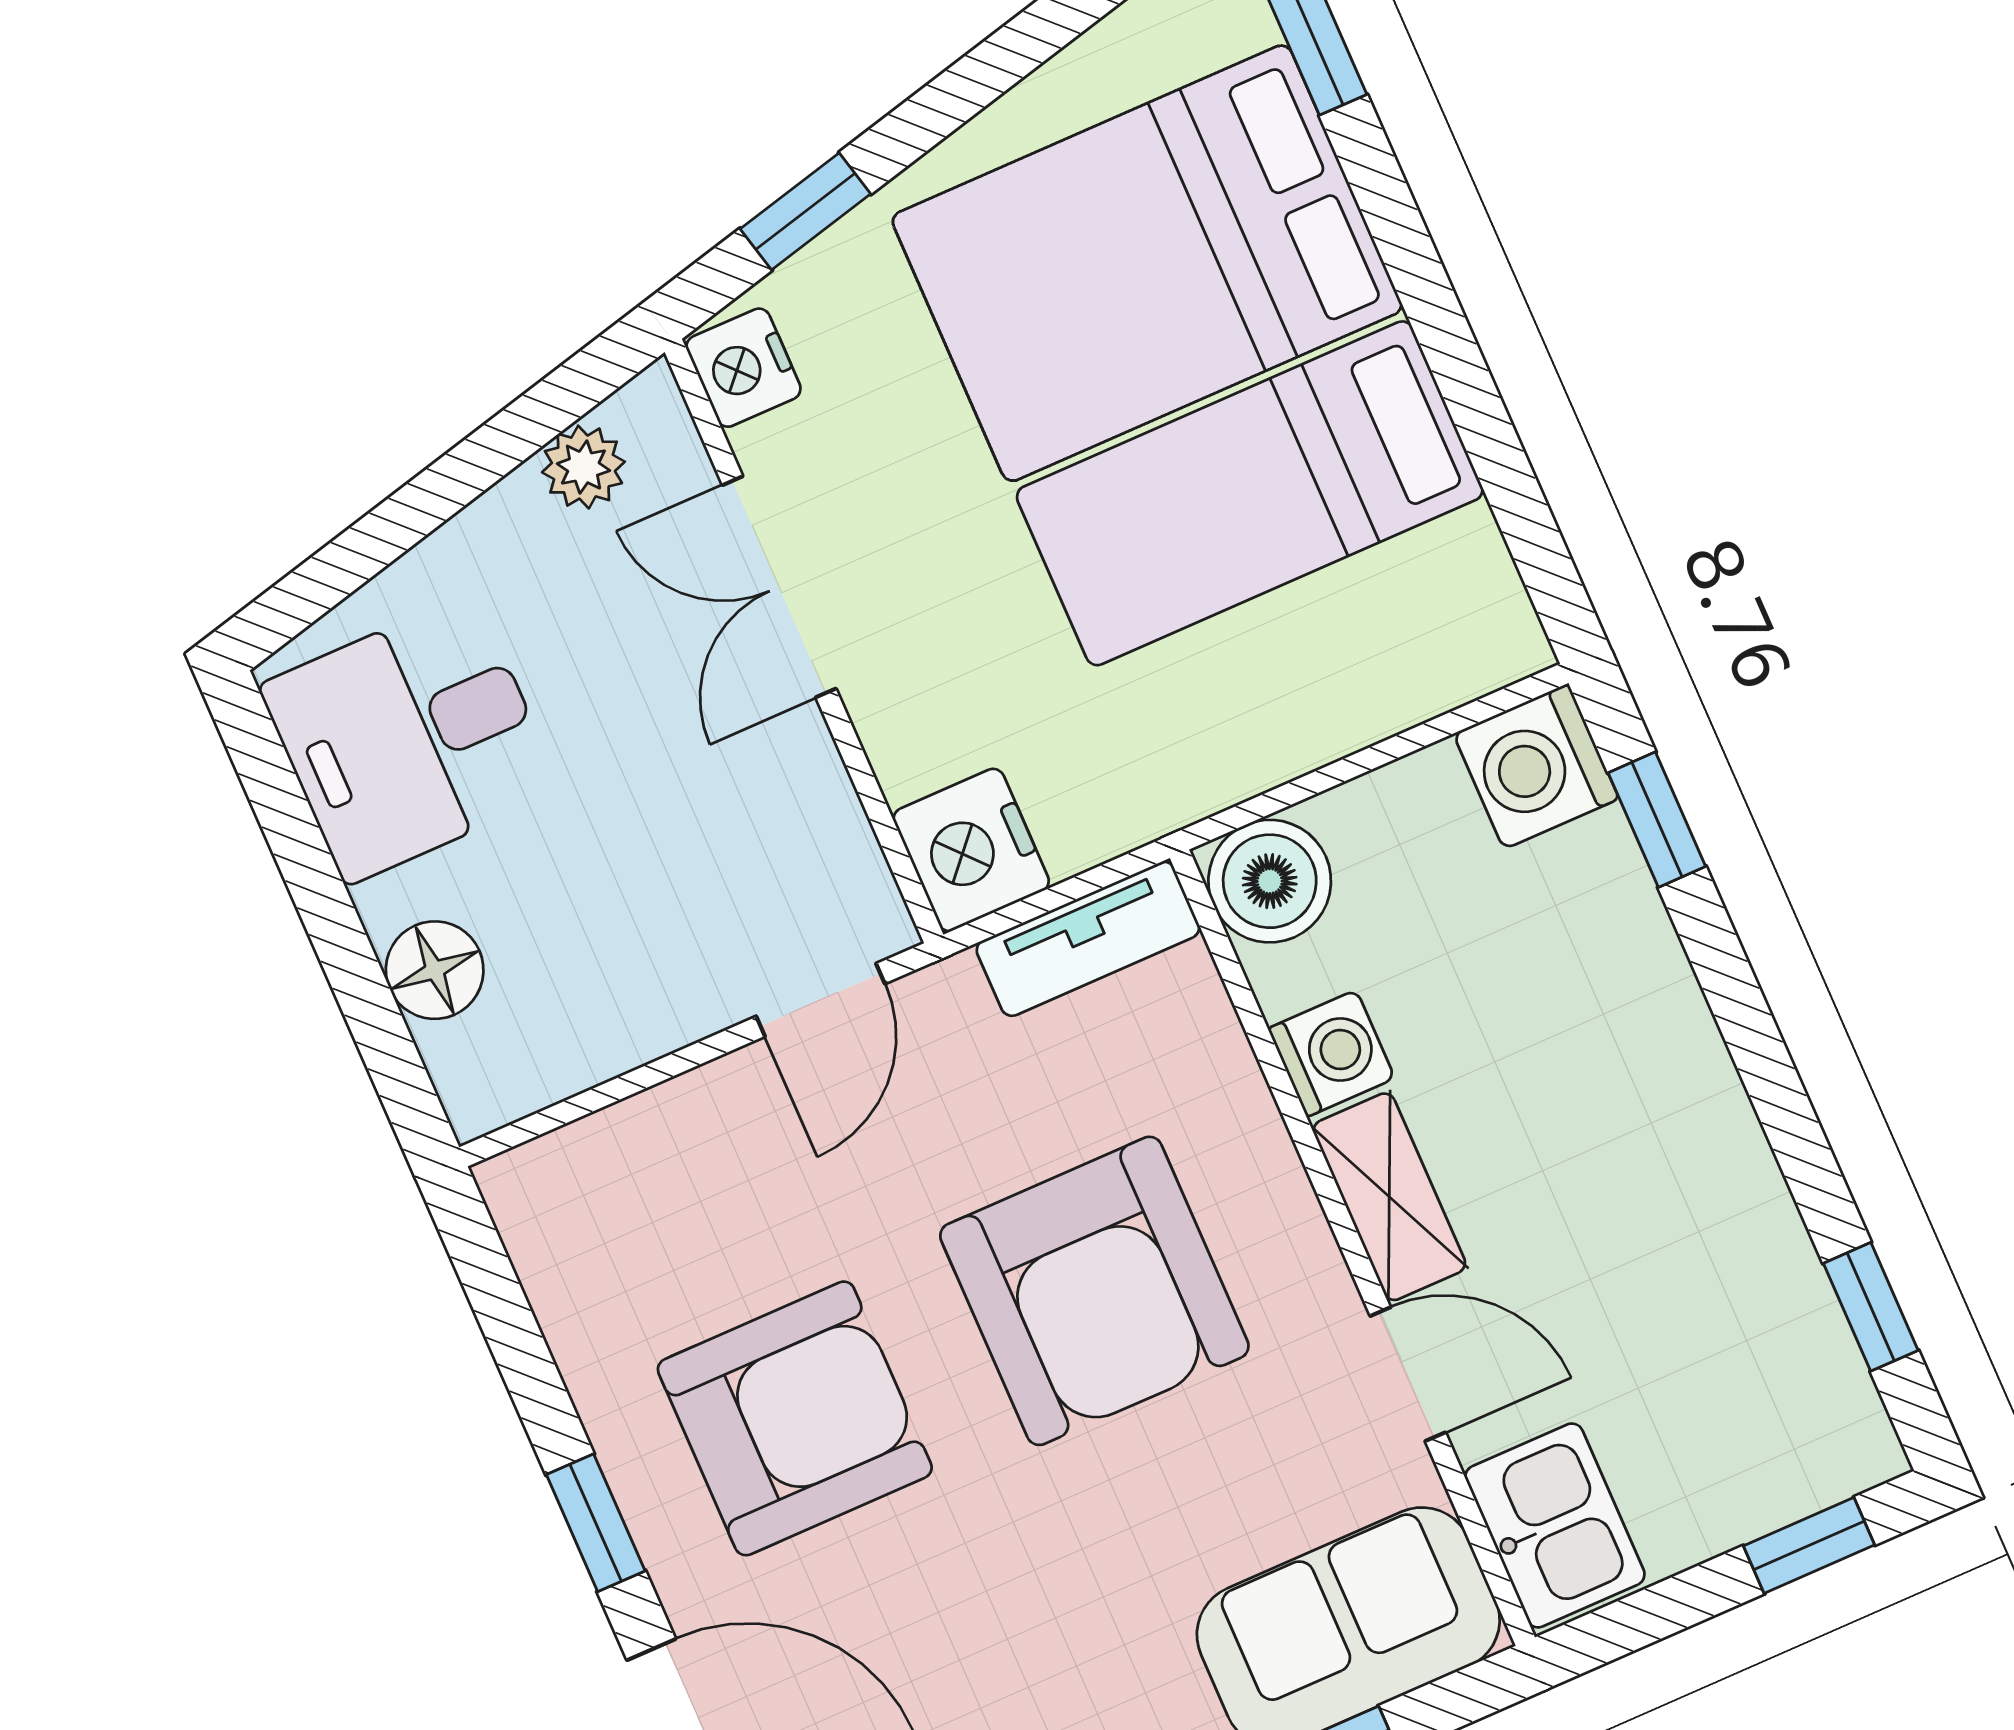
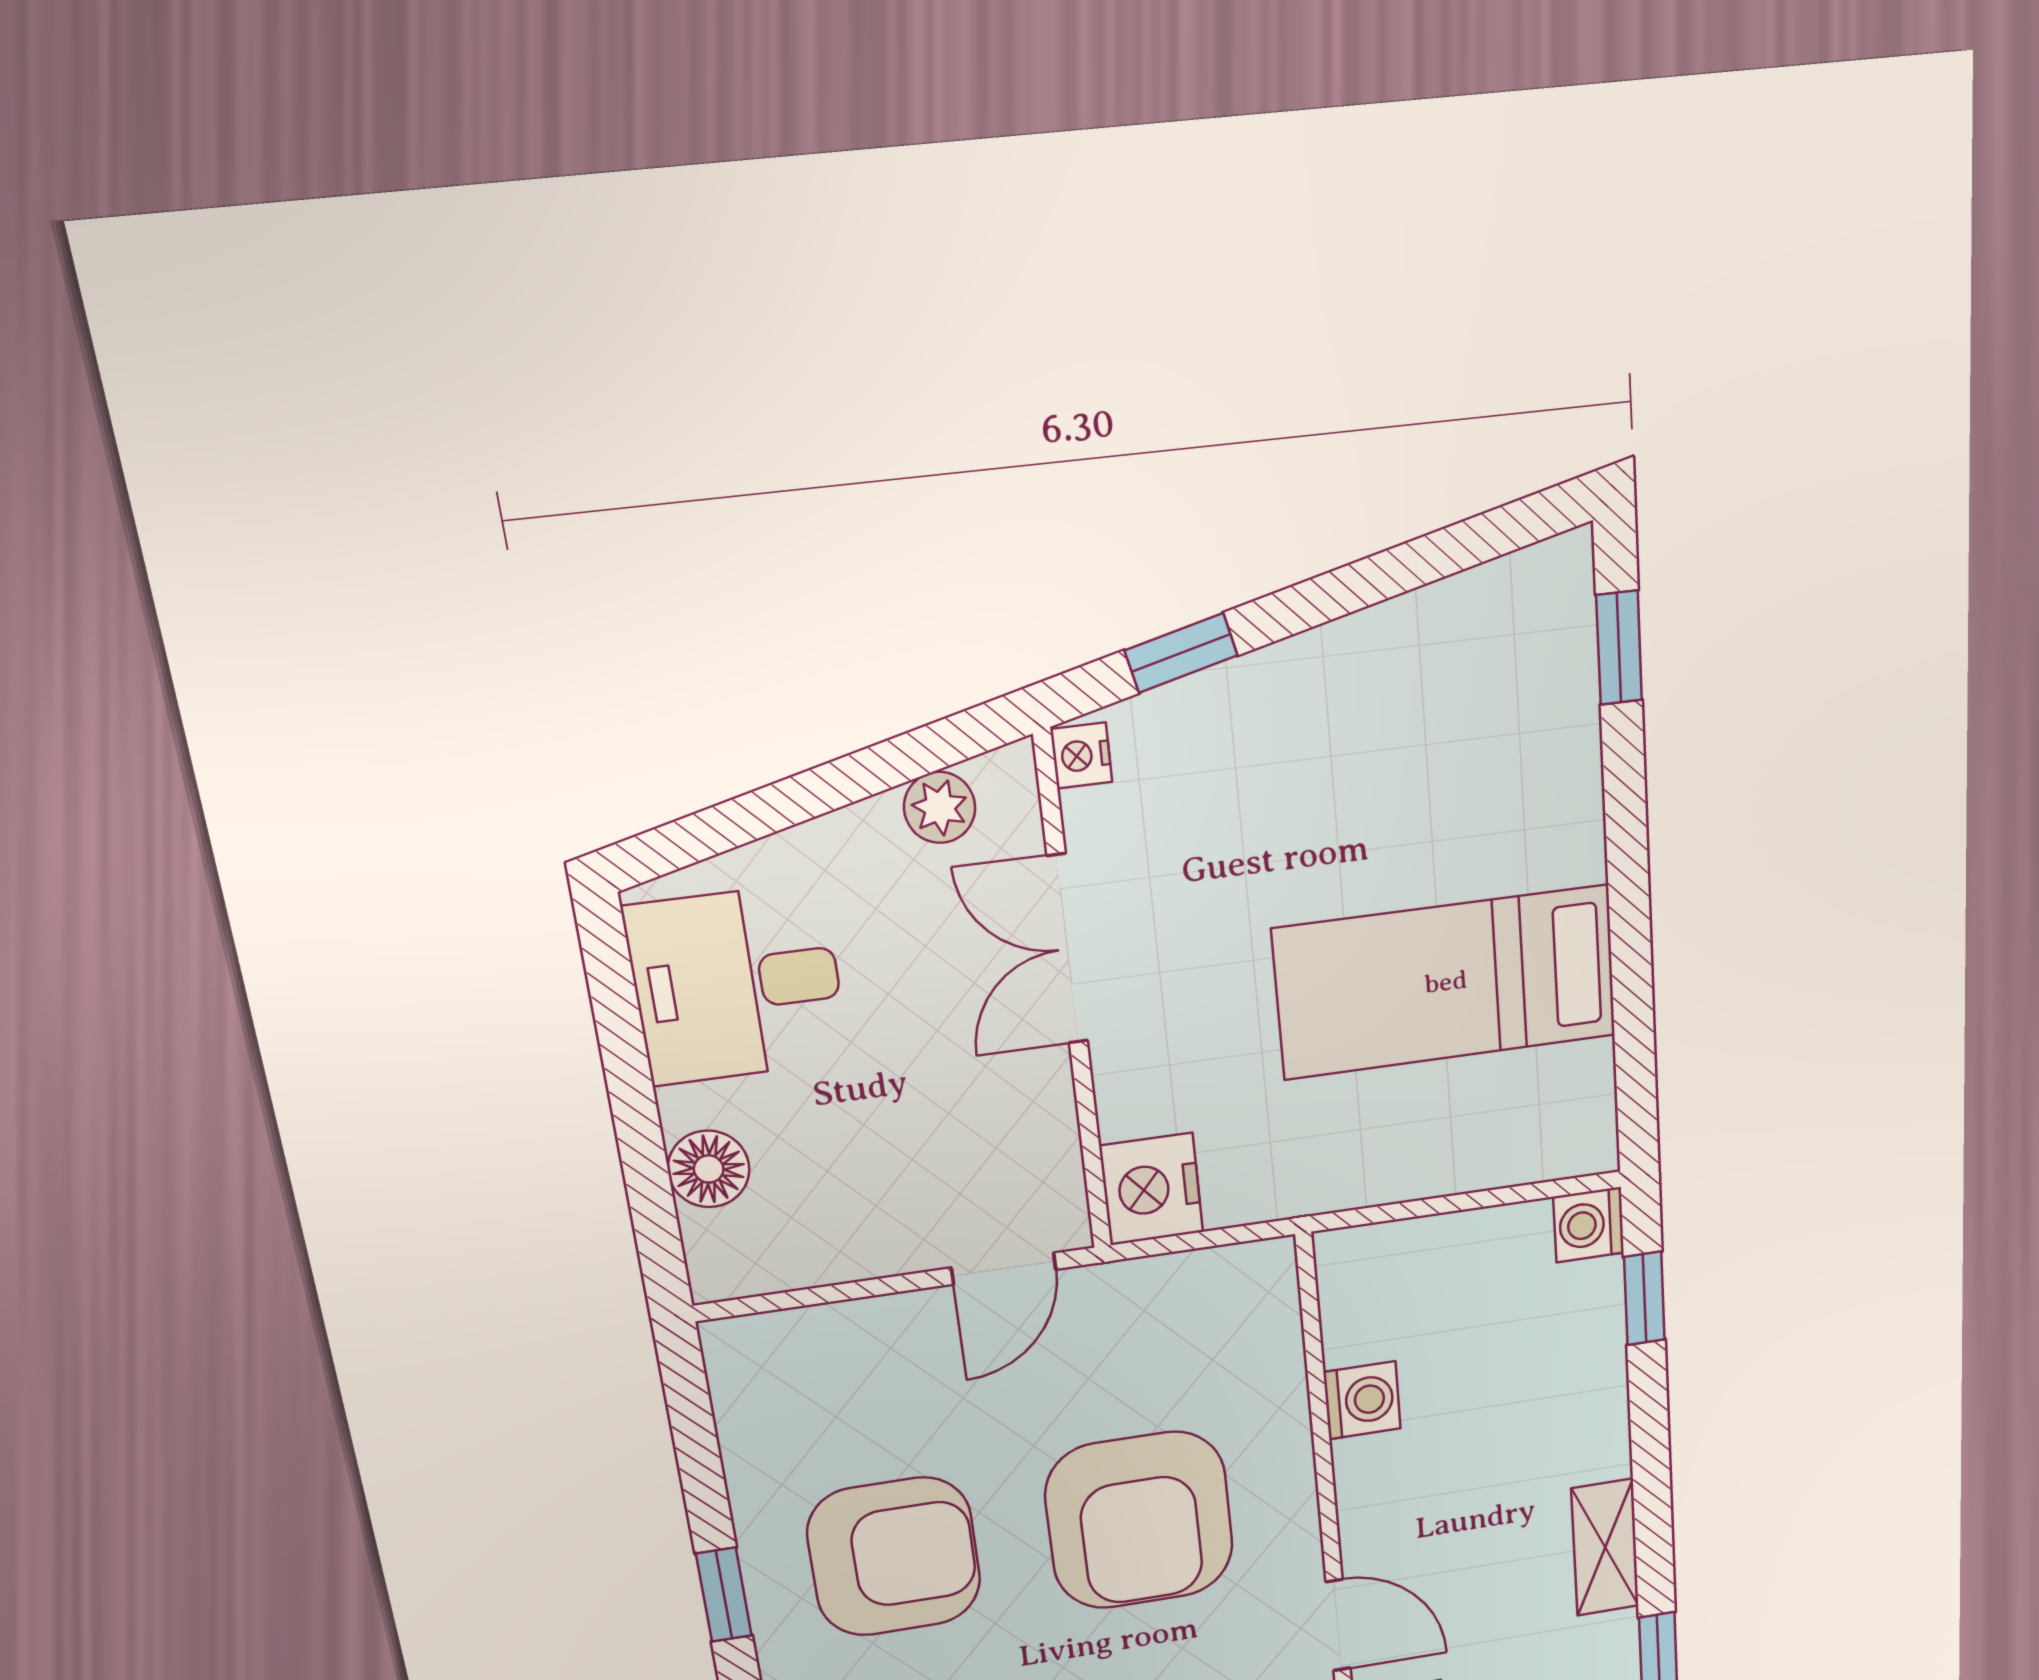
bed: (1147, 263) -> (1432, 781), removed
nightstand: (743, 368) -> (1081, 756), width x0.72, depth x0.74
washing machine: (1536, 766) -> (1589, 1225), width x0.73, depth x0.73
boiler: (1270, 881) -> (1361, 1269), removed
tv unit: (1088, 939) -> (1216, 1276), removed
shelving: (1389, 1197) -> (1605, 1547), moved

